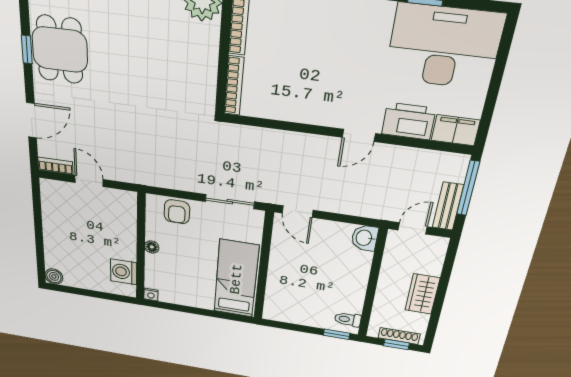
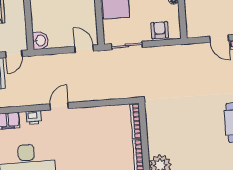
printer: (409, 121) -> (34, 117), width x0.53, depth x0.68

